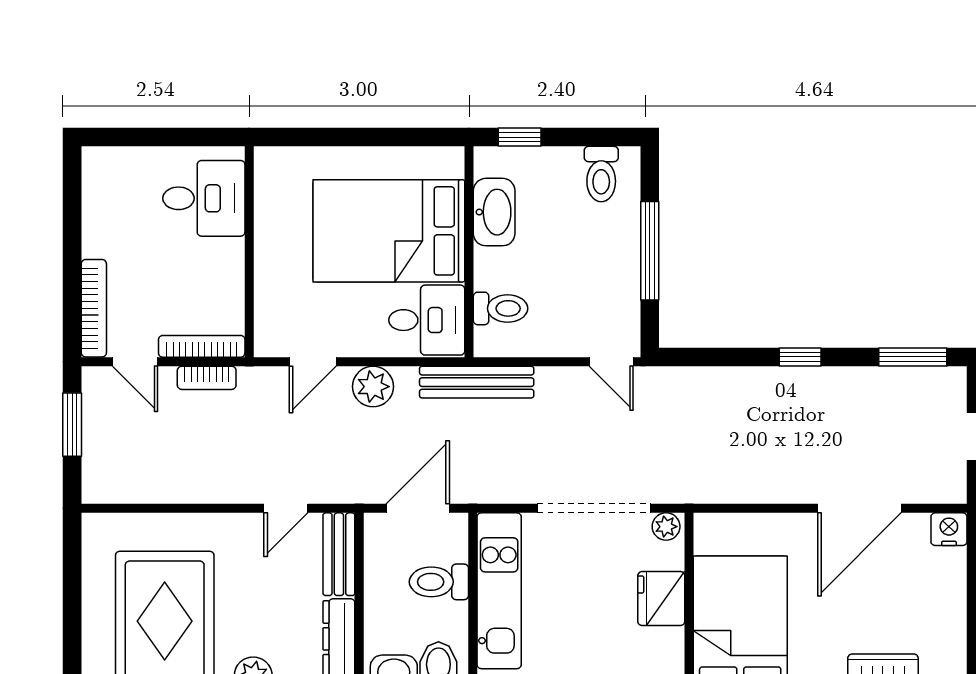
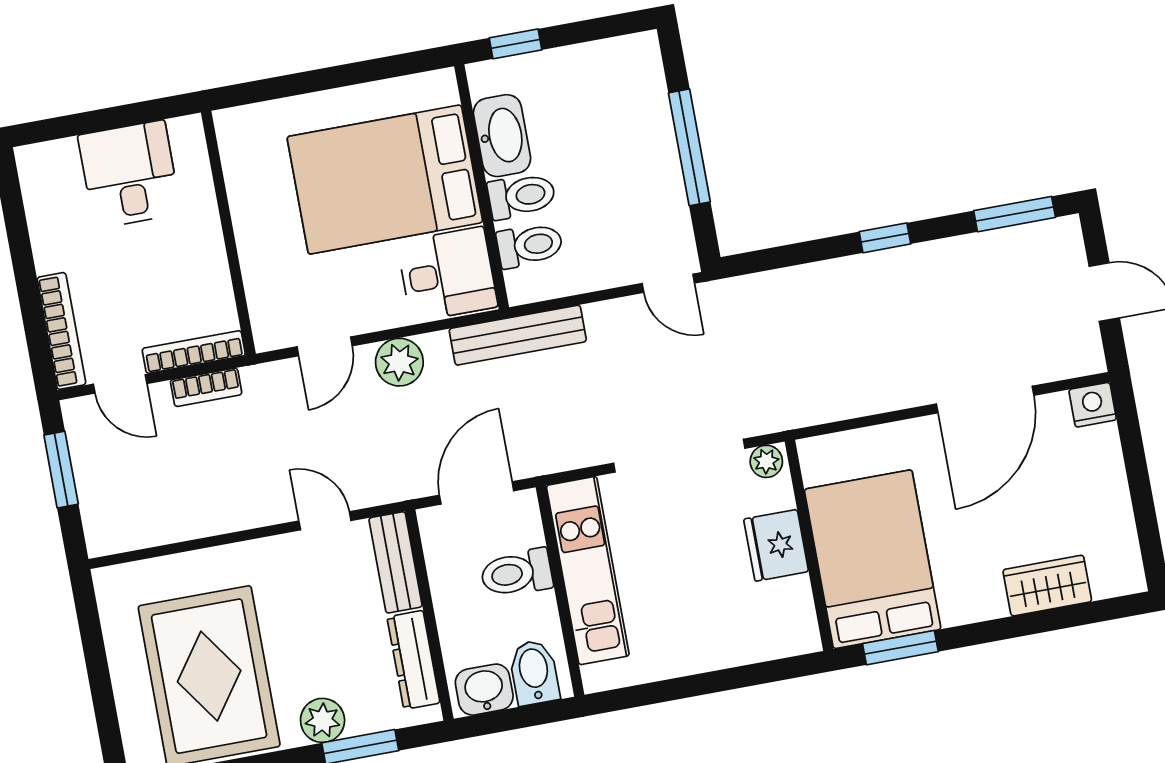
toilet: (601, 174) -> (522, 196), moved, turned -90
desk: (204, 198) -> (129, 174), moved, turned -90
door: (286, 508) -> (325, 521), swing flipped

